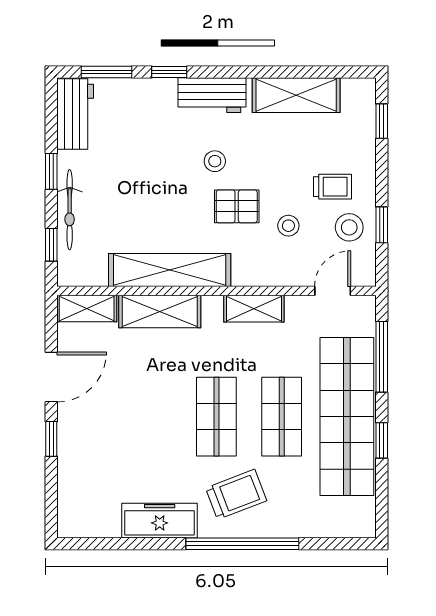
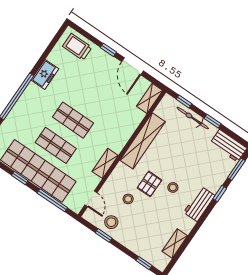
shelving: (296, 95) -> (175, 244), width x0.67, depth x0.75
trolley: (332, 187) -> (132, 226), removed
shelving: (160, 311) -> (129, 126), removed
trolley: (236, 494) -> (77, 47), moved, turned 111
freezer: (160, 521) -> (45, 74), width x0.71

